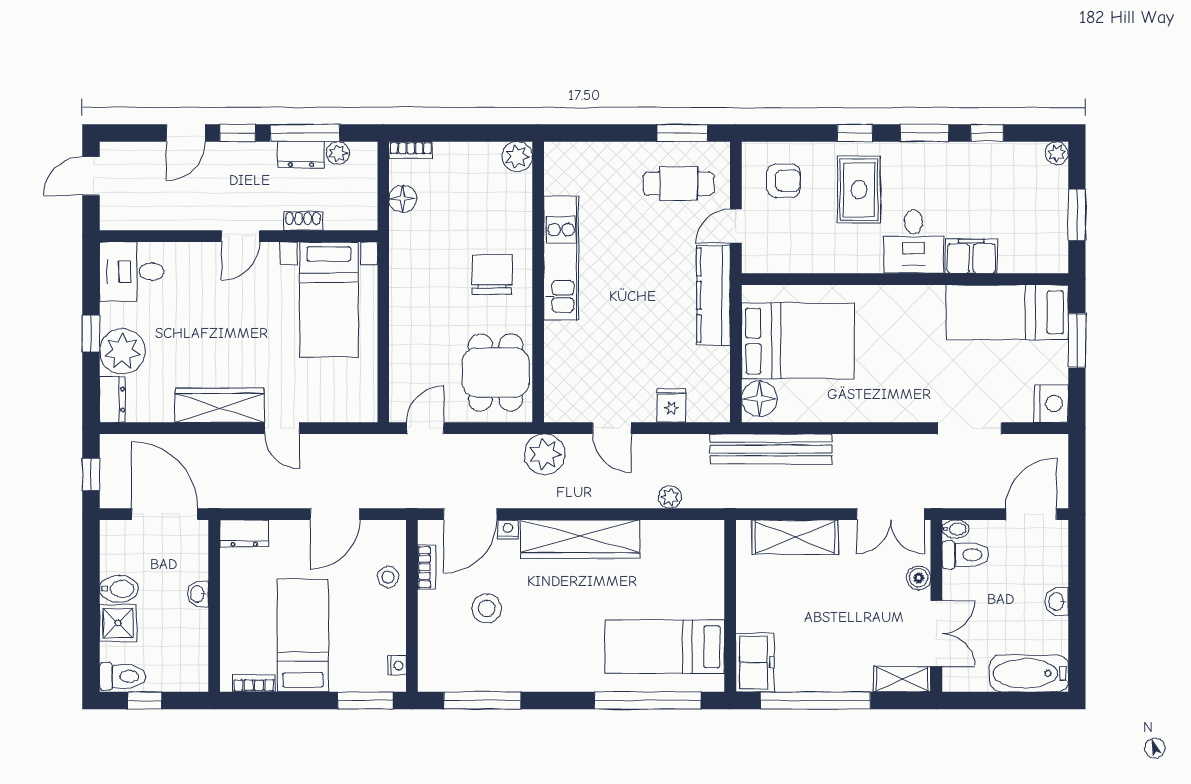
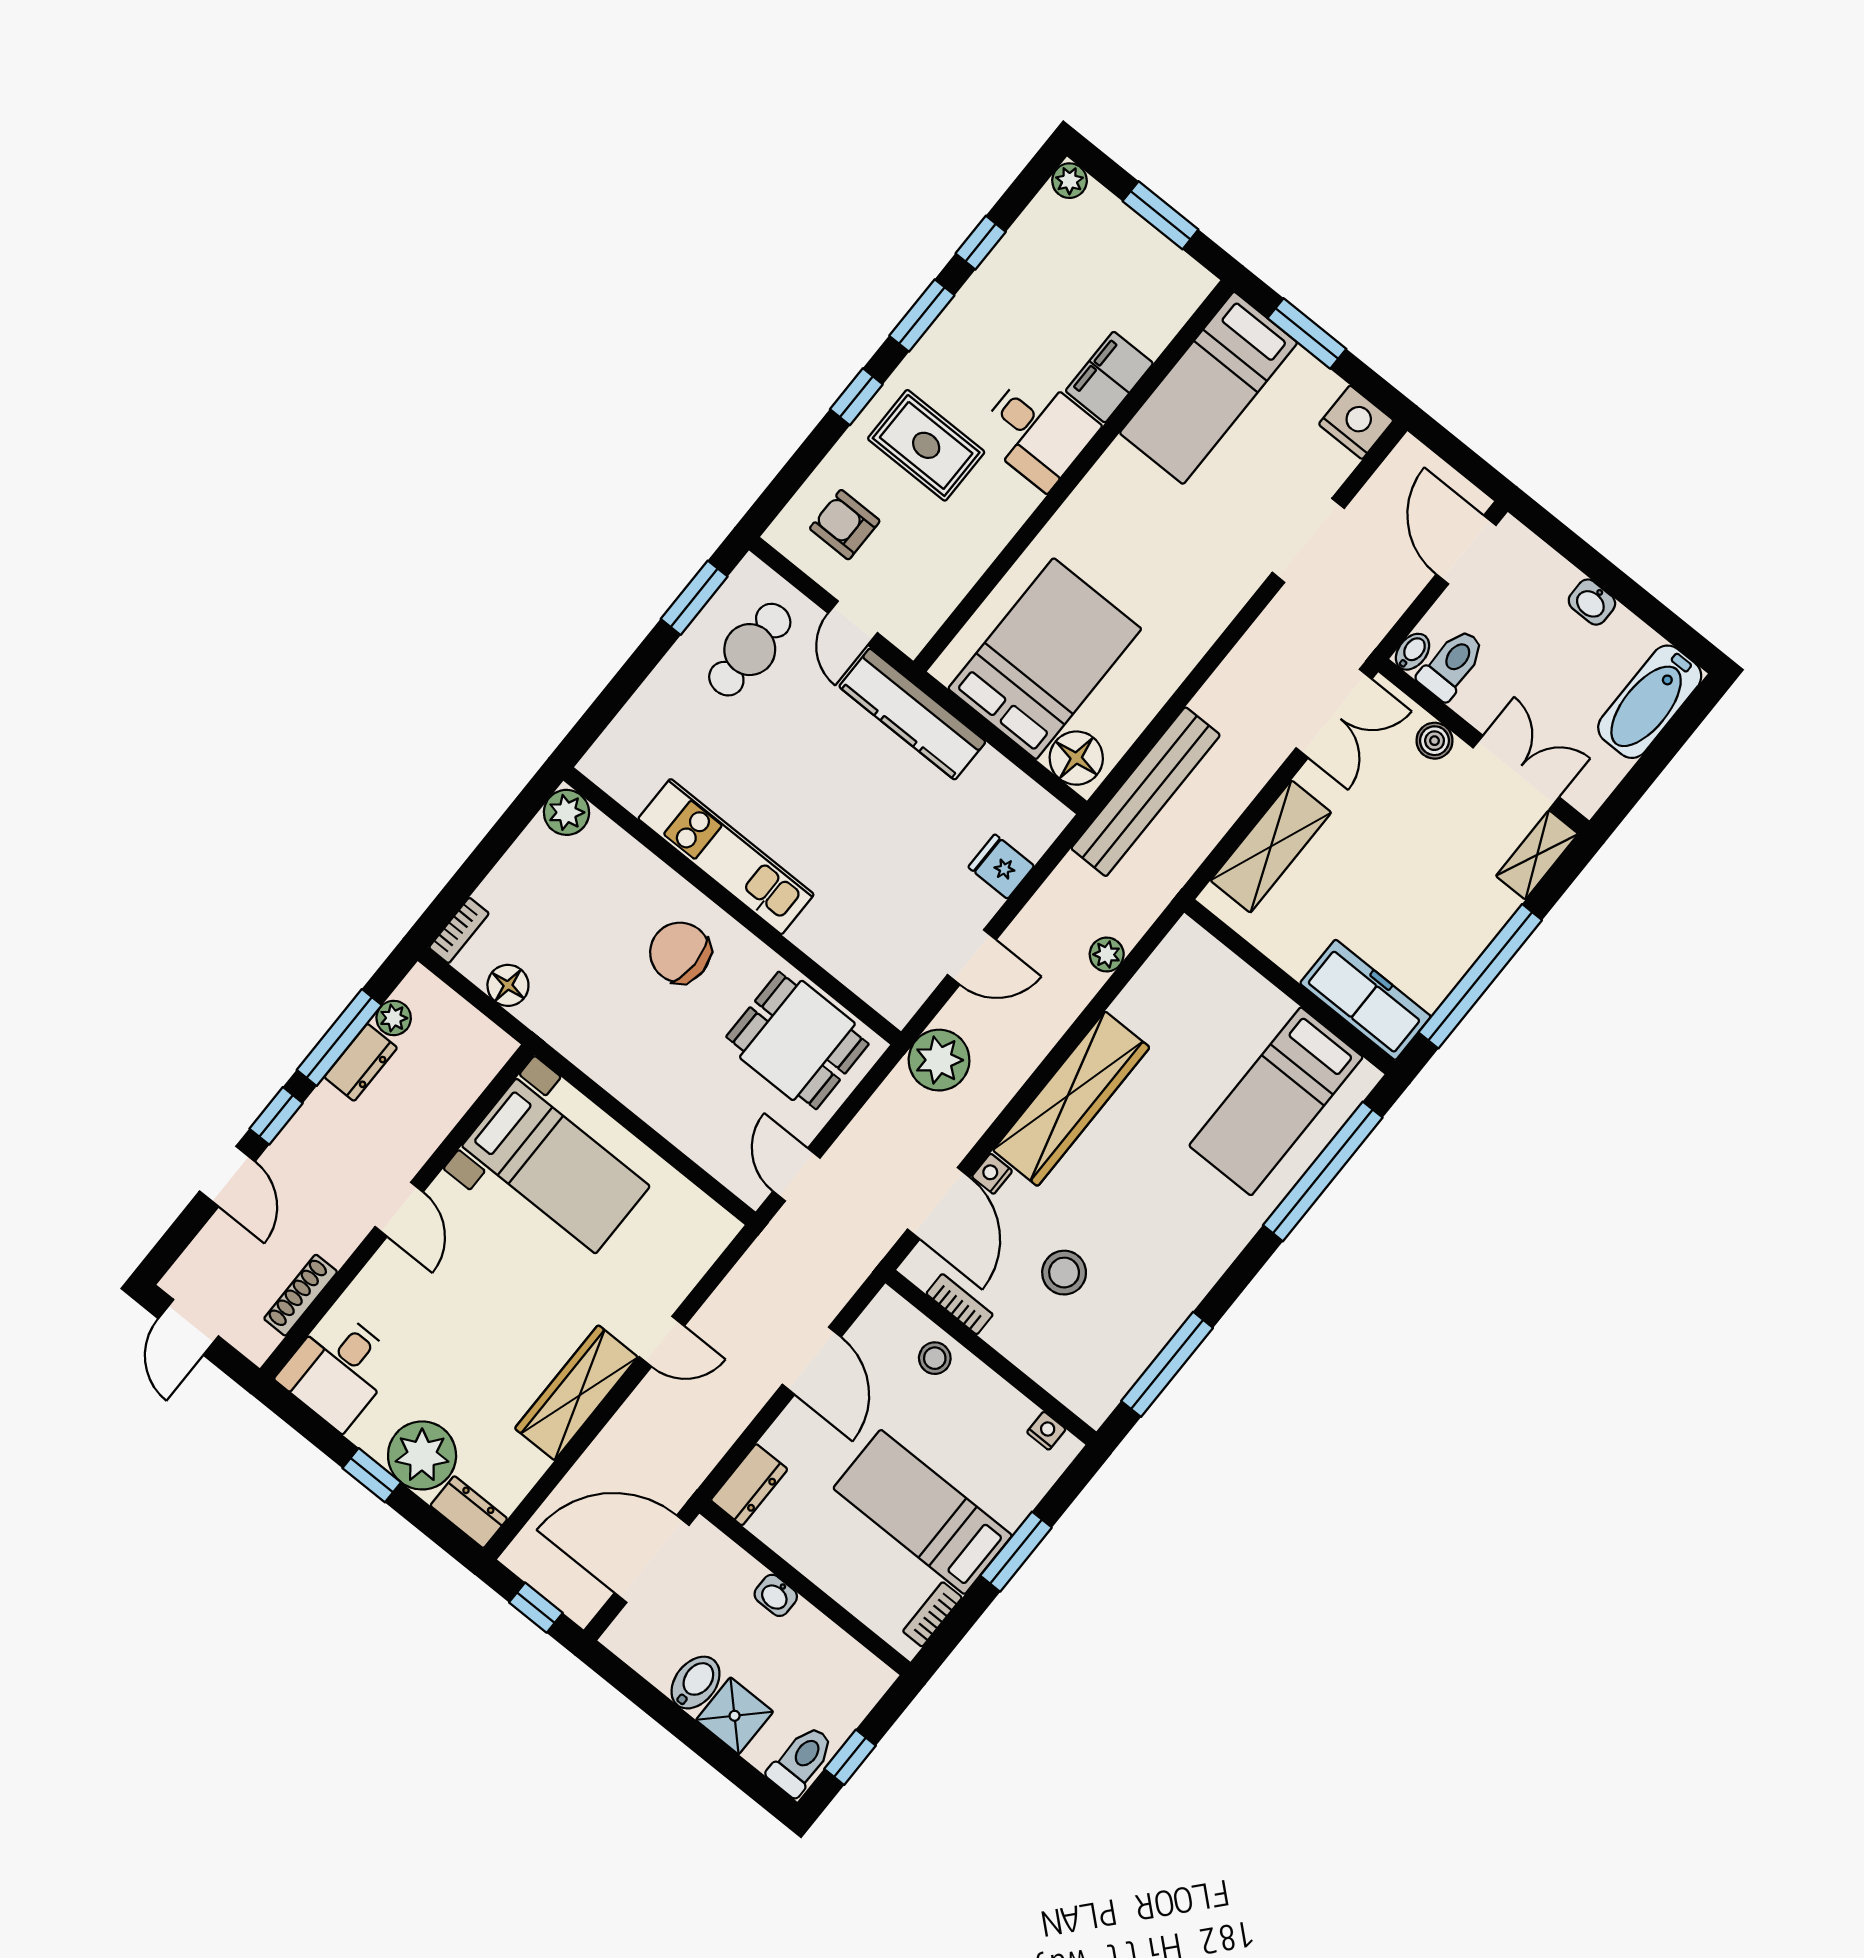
armchair: (784, 181) -> (845, 525), turned -90
shoe rack: (303, 221) -> (301, 1295), moved, width x1.43
freezer: (755, 662) -> (1365, 1000), width x1.40
window: (365, 700) -> (1016, 1552), moved

